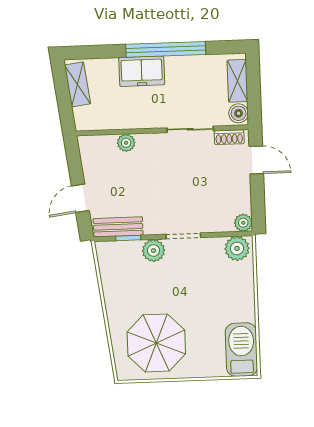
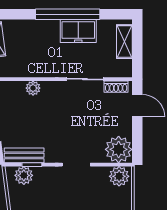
freezer: (142, 71) -> (78, 31), moved
boiler: (239, 113) -> (124, 68), removed
plant: (243, 223) -> (119, 149), width x1.88, depth x1.88
plant: (153, 251) -> (24, 175), moved

